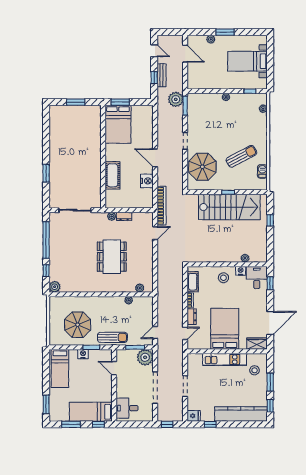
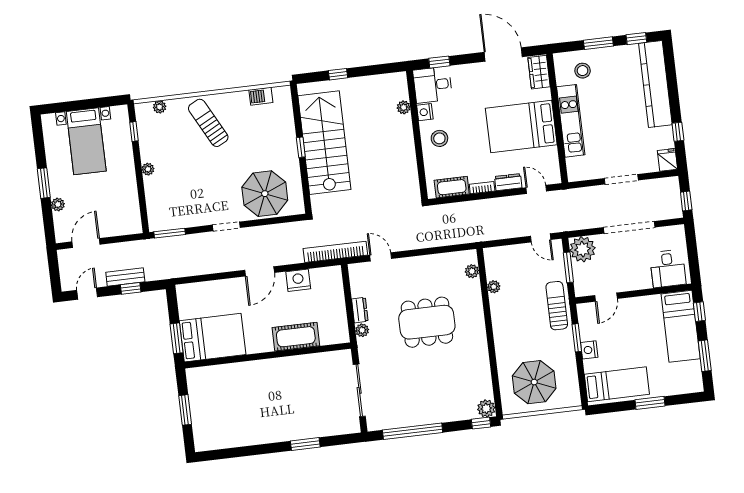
plant: (176, 99) -> (161, 249), removed
sun lounger: (241, 156) -> (208, 123), moved
window: (46, 271) -> (481, 423), moved
parasol: (78, 325) -> (534, 382), moved
window: (46, 404) -> (650, 403), moved

